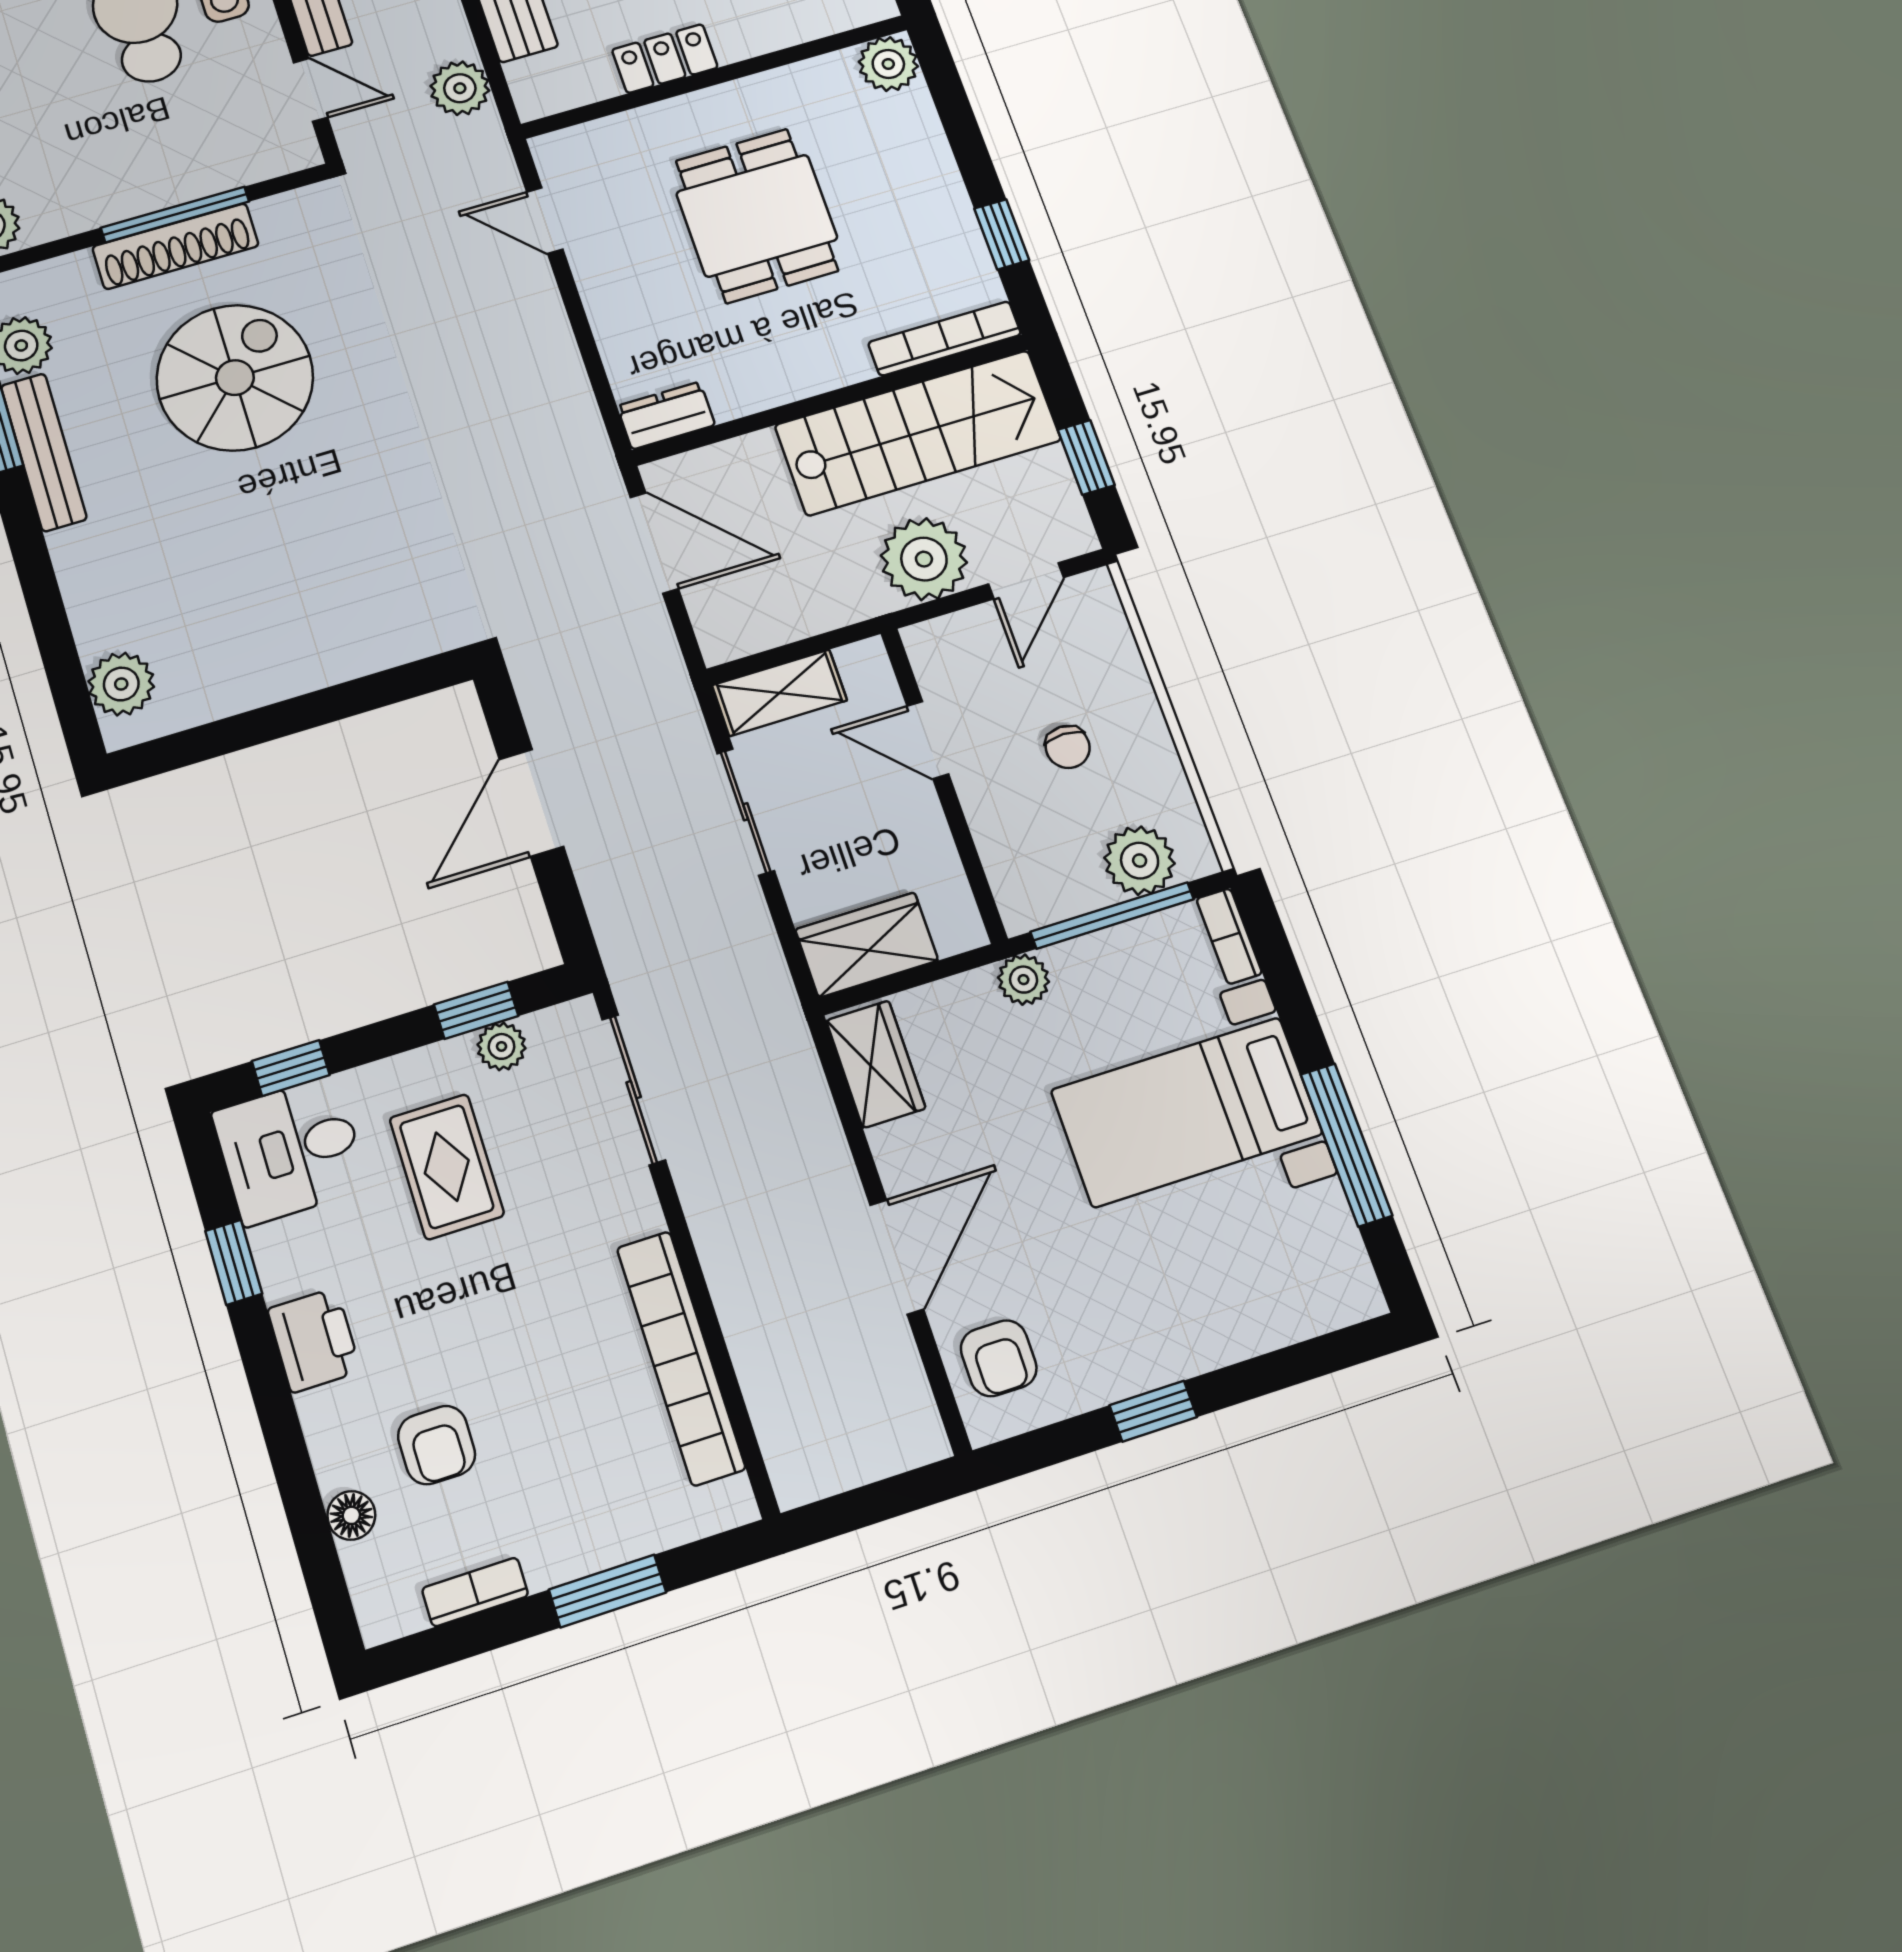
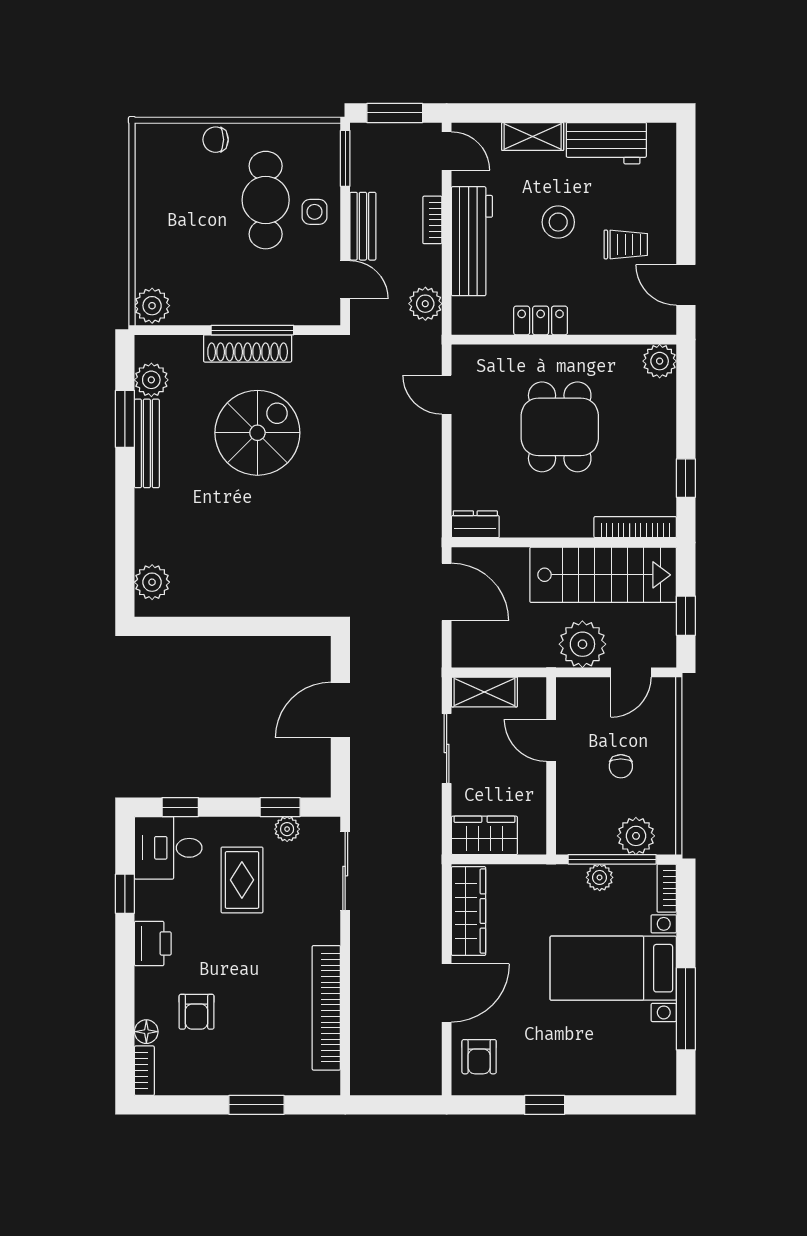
plant: (1024, 980) -> (600, 877), moved
wardrobe: (876, 1064) -> (469, 911), width x1.50
bookcase: (475, 1592) -> (144, 1071), moved, turned 90

